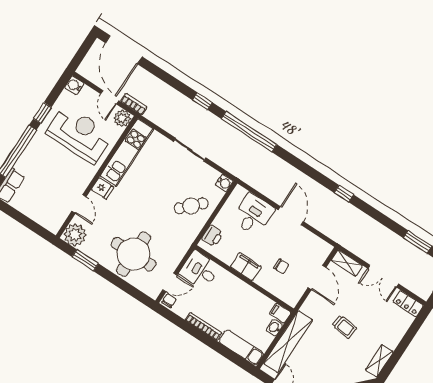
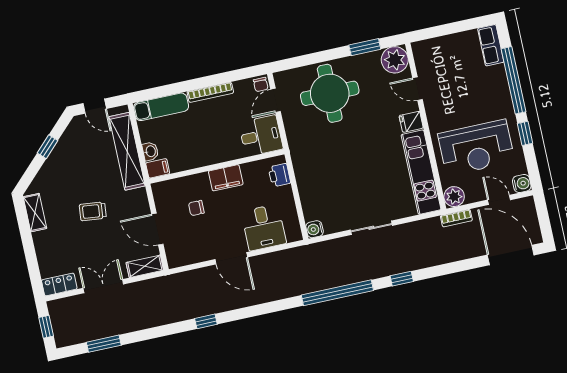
door: (110, 97) -> (499, 200), moved
cafe table: (191, 206) -> (323, 182), removed

